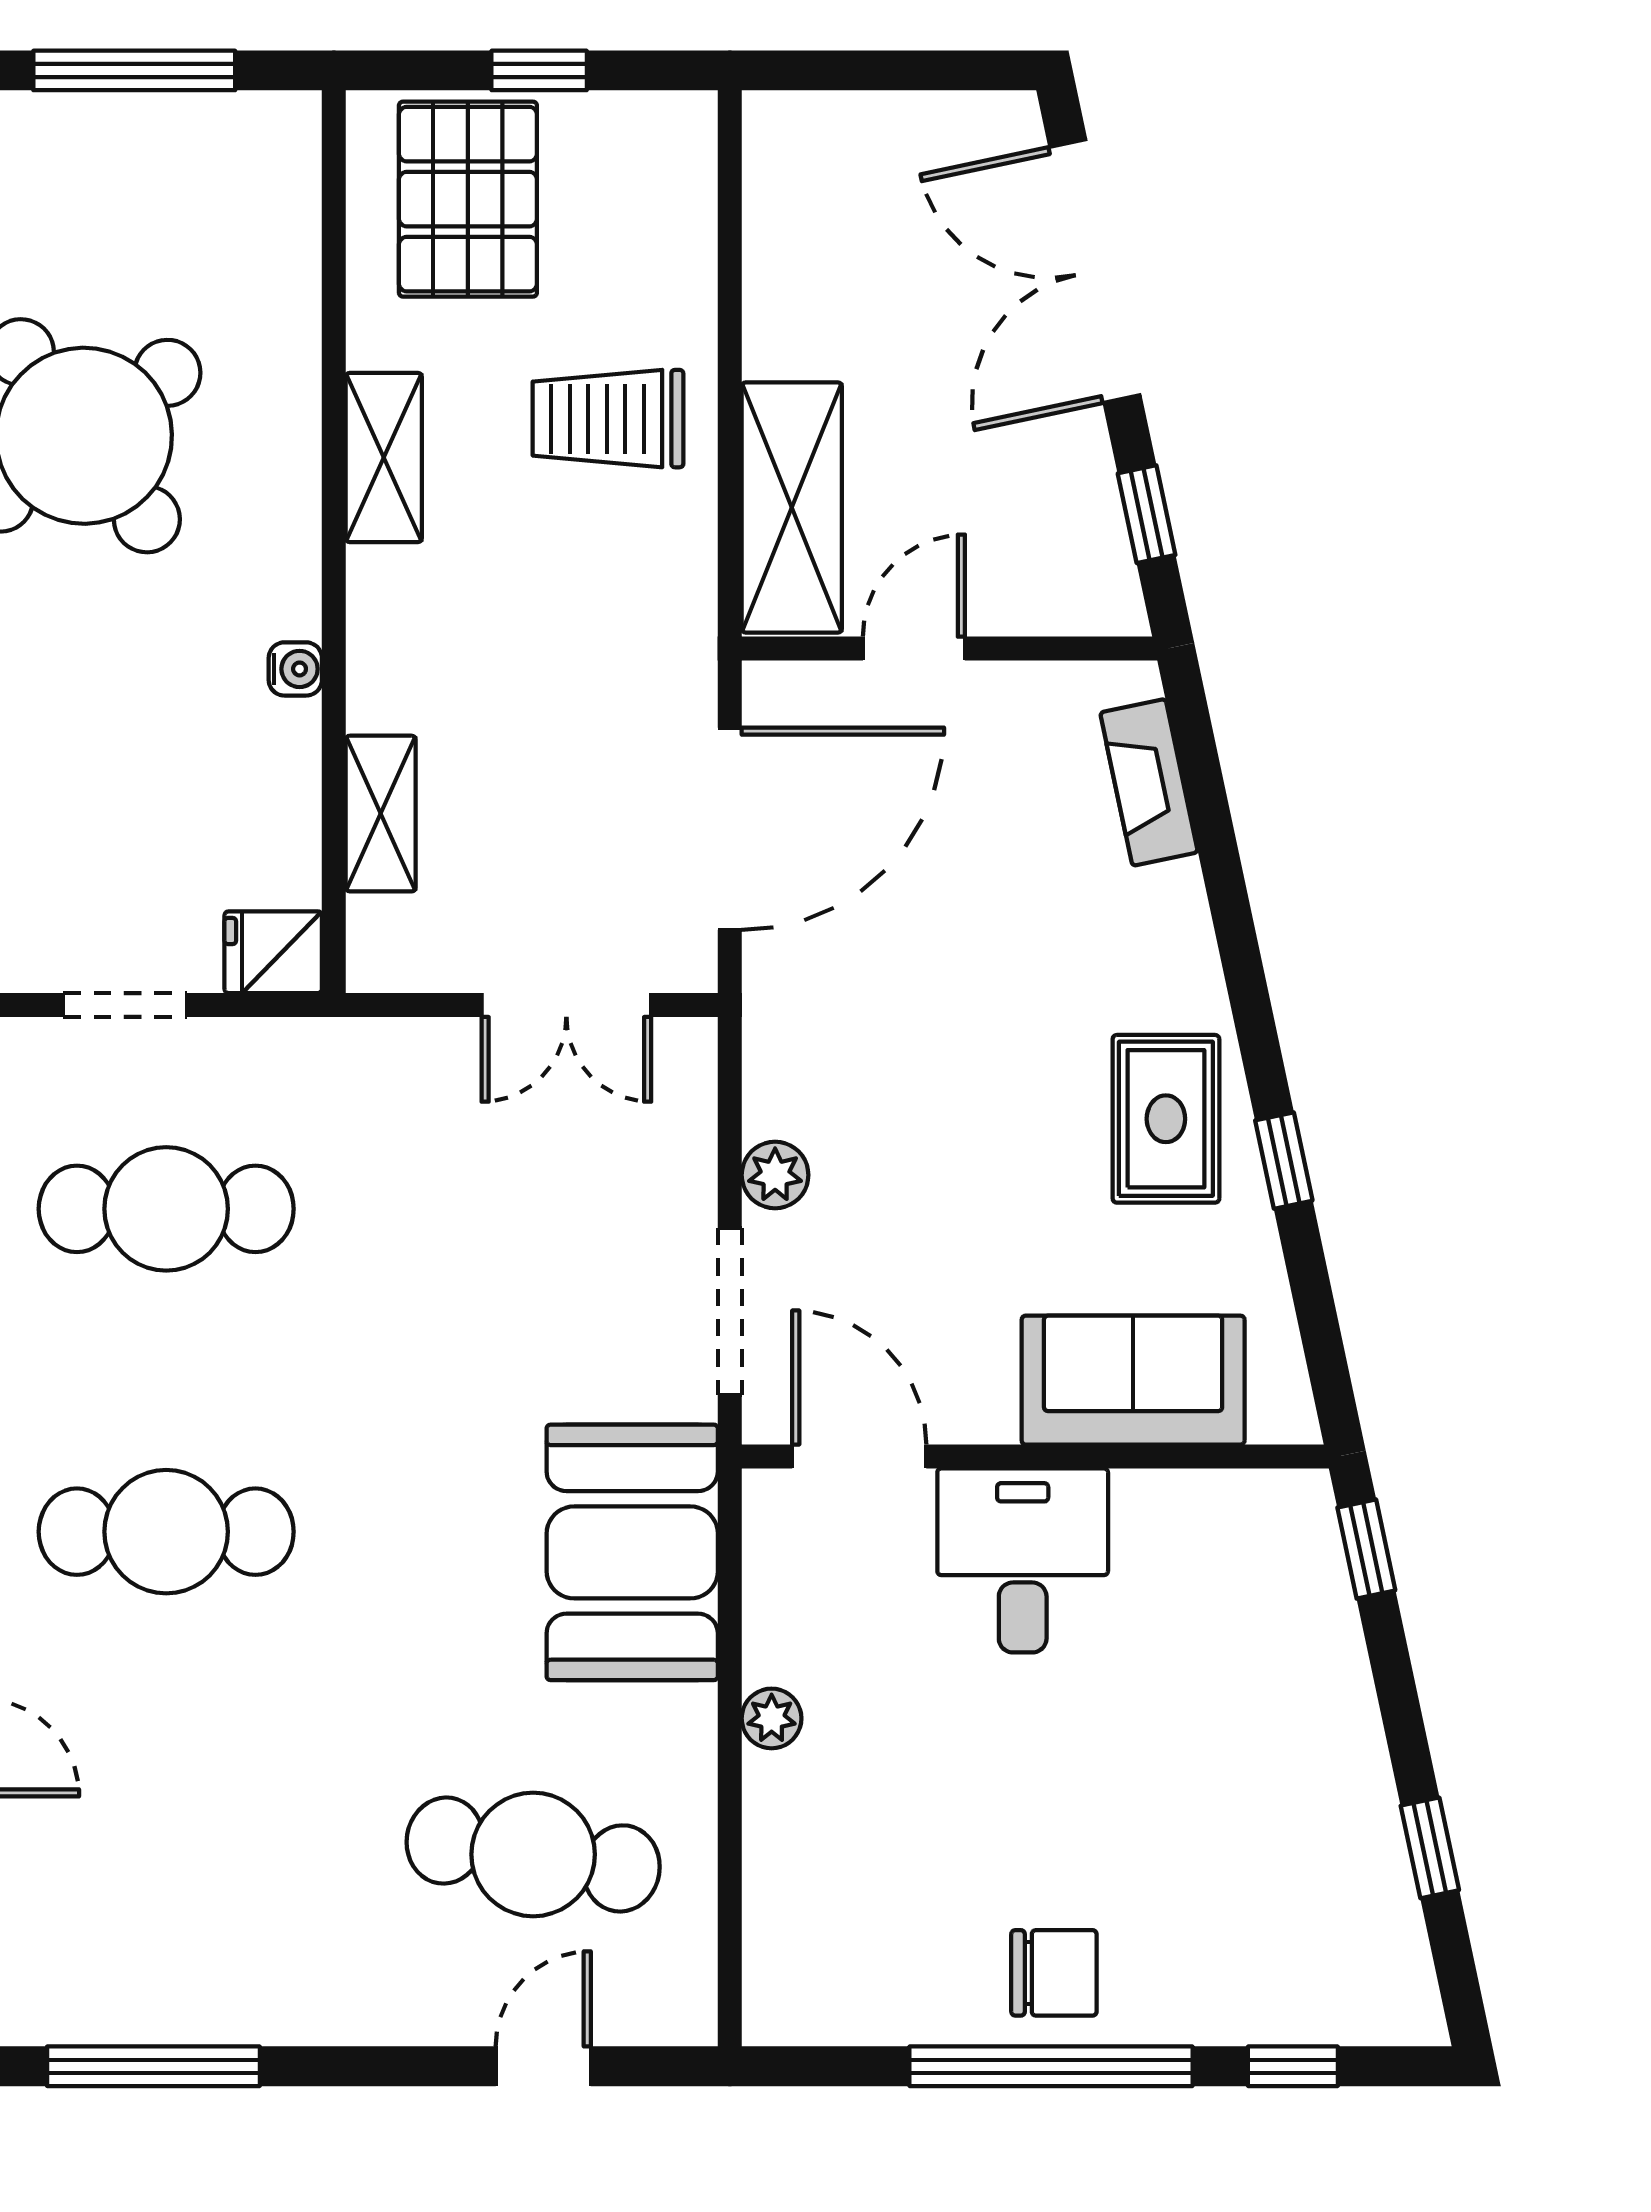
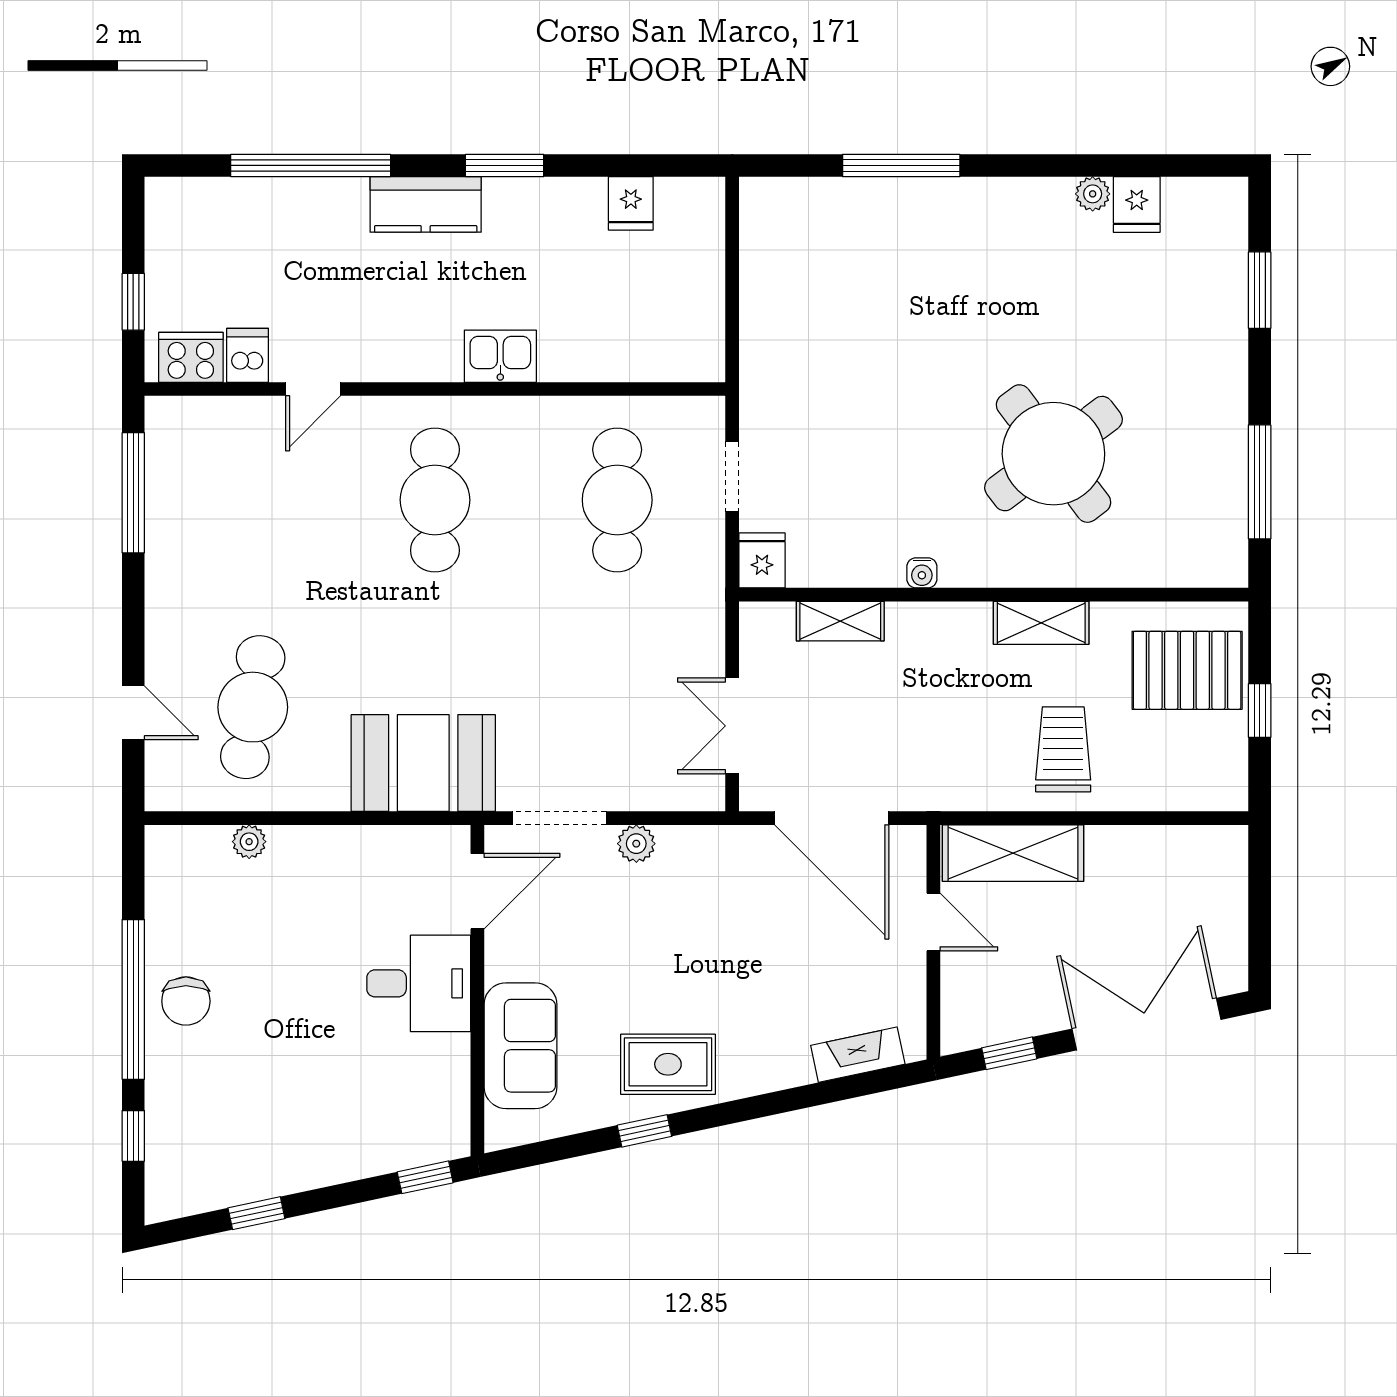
plant: (772, 1718) -> (249, 842), moved

